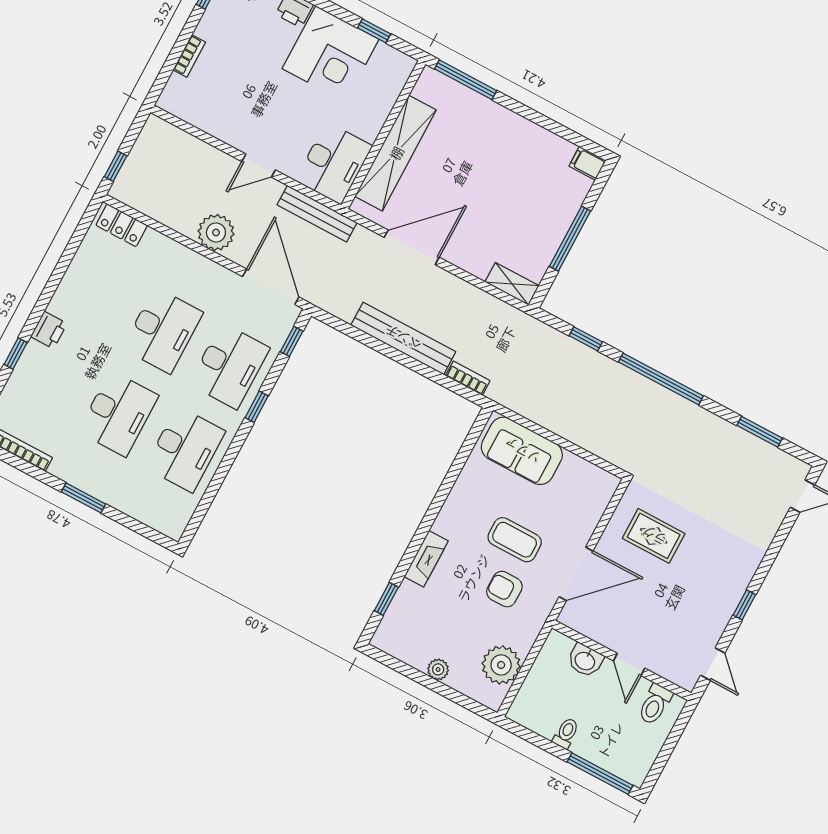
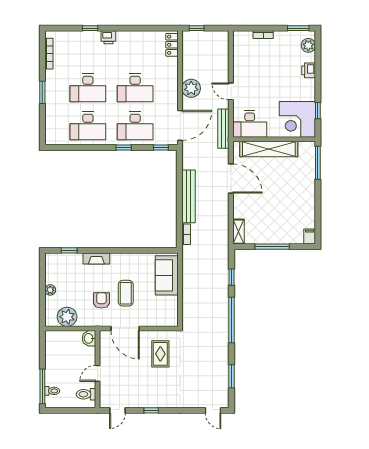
corner desk: (330, 54) -> (297, 119), moved
washbasin: (585, 660) -> (89, 338), moved
toilet: (566, 733) -> (52, 391), moved

